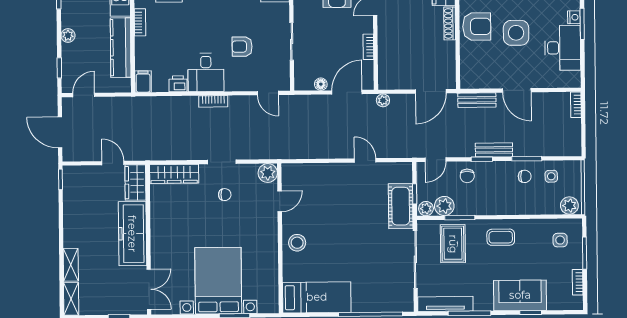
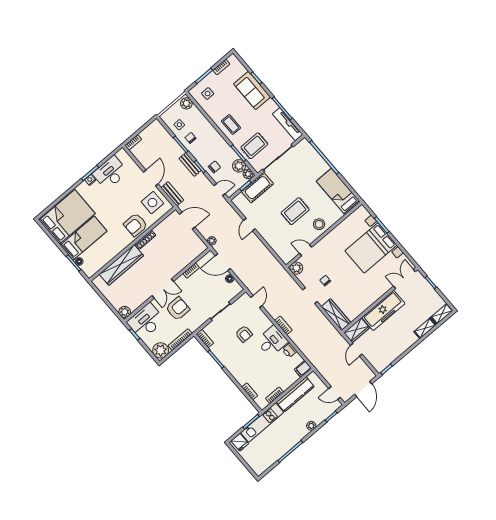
armchair: (477, 26) -> (135, 225), turned -90
side table: (516, 33) -> (152, 203), moved
rug: (336, 227) -> (295, 211), added

